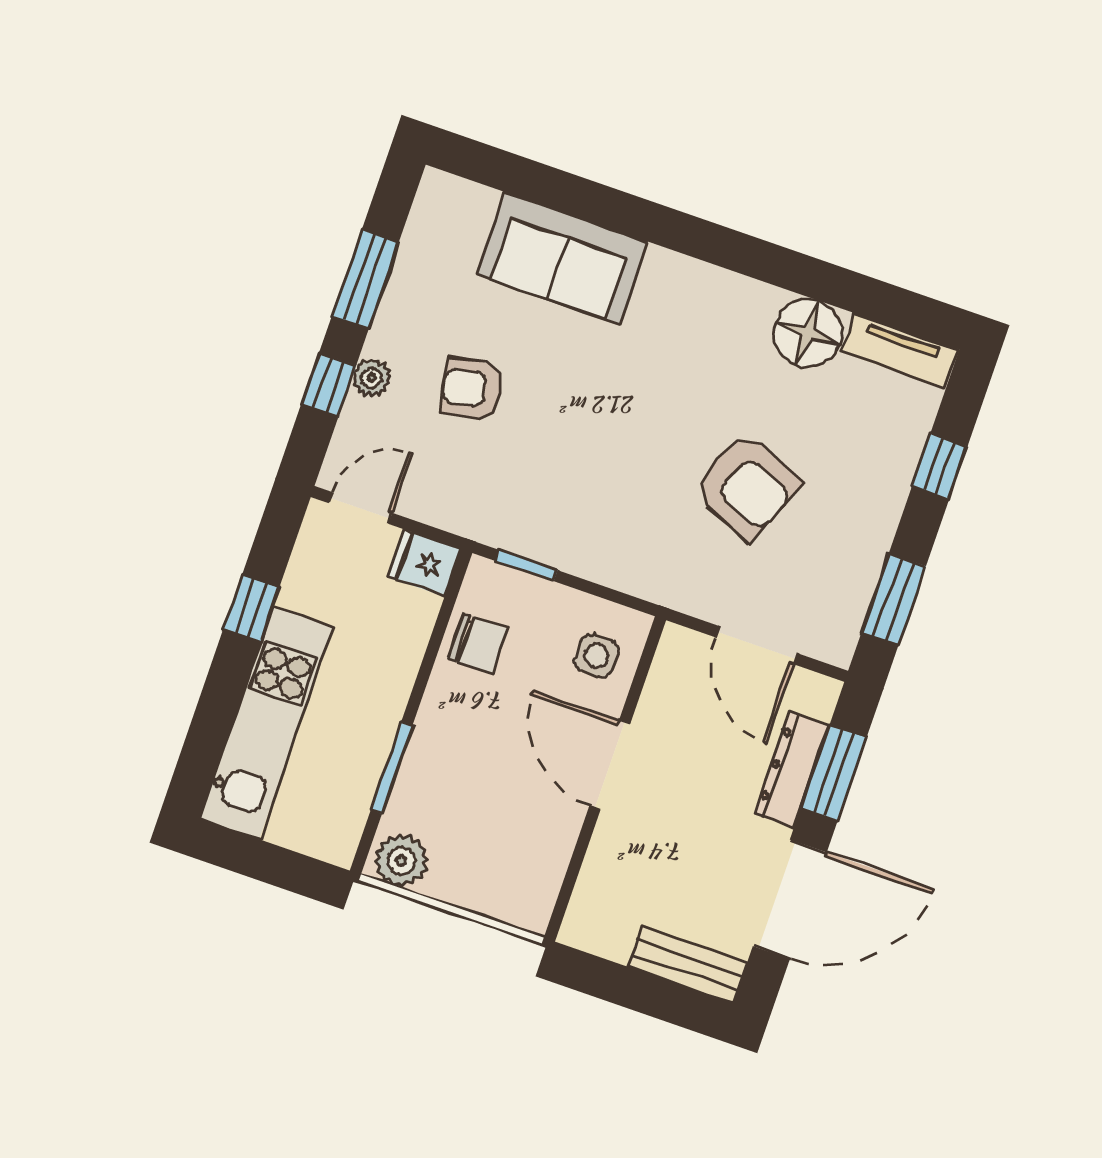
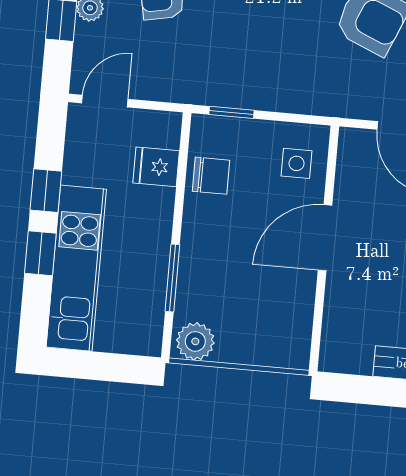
fridge: (425, 563) -> (156, 167), moved
window: (223, 690) -> (40, 253), added
door: (610, 765) -> (325, 238), hinge flipped

